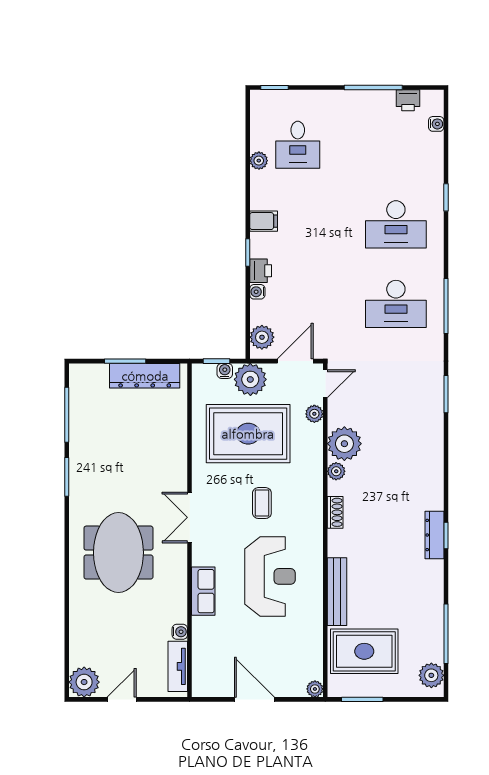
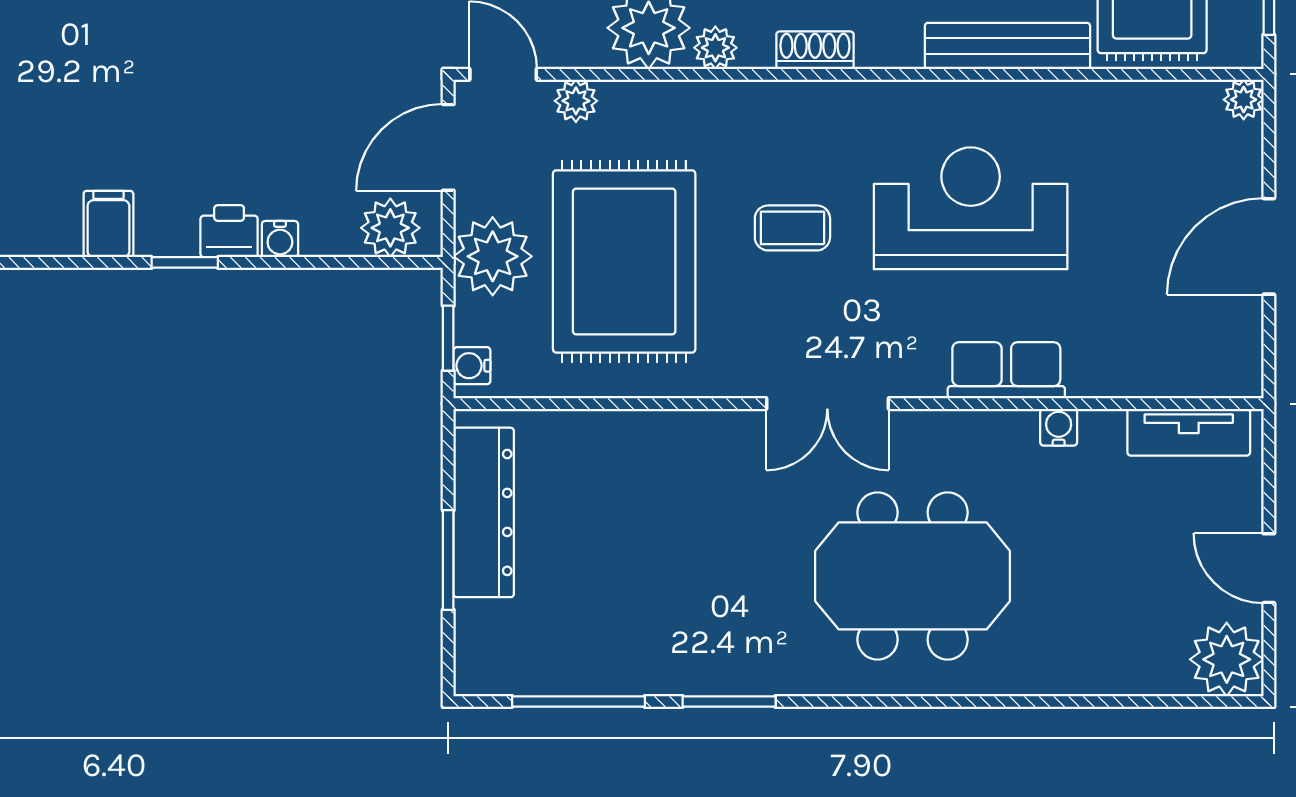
door: (295, 361) -> (448, 147), hinge flipped
water cooler: (225, 371) -> (472, 366), moved
water cooler: (180, 632) -> (1059, 427), moved

